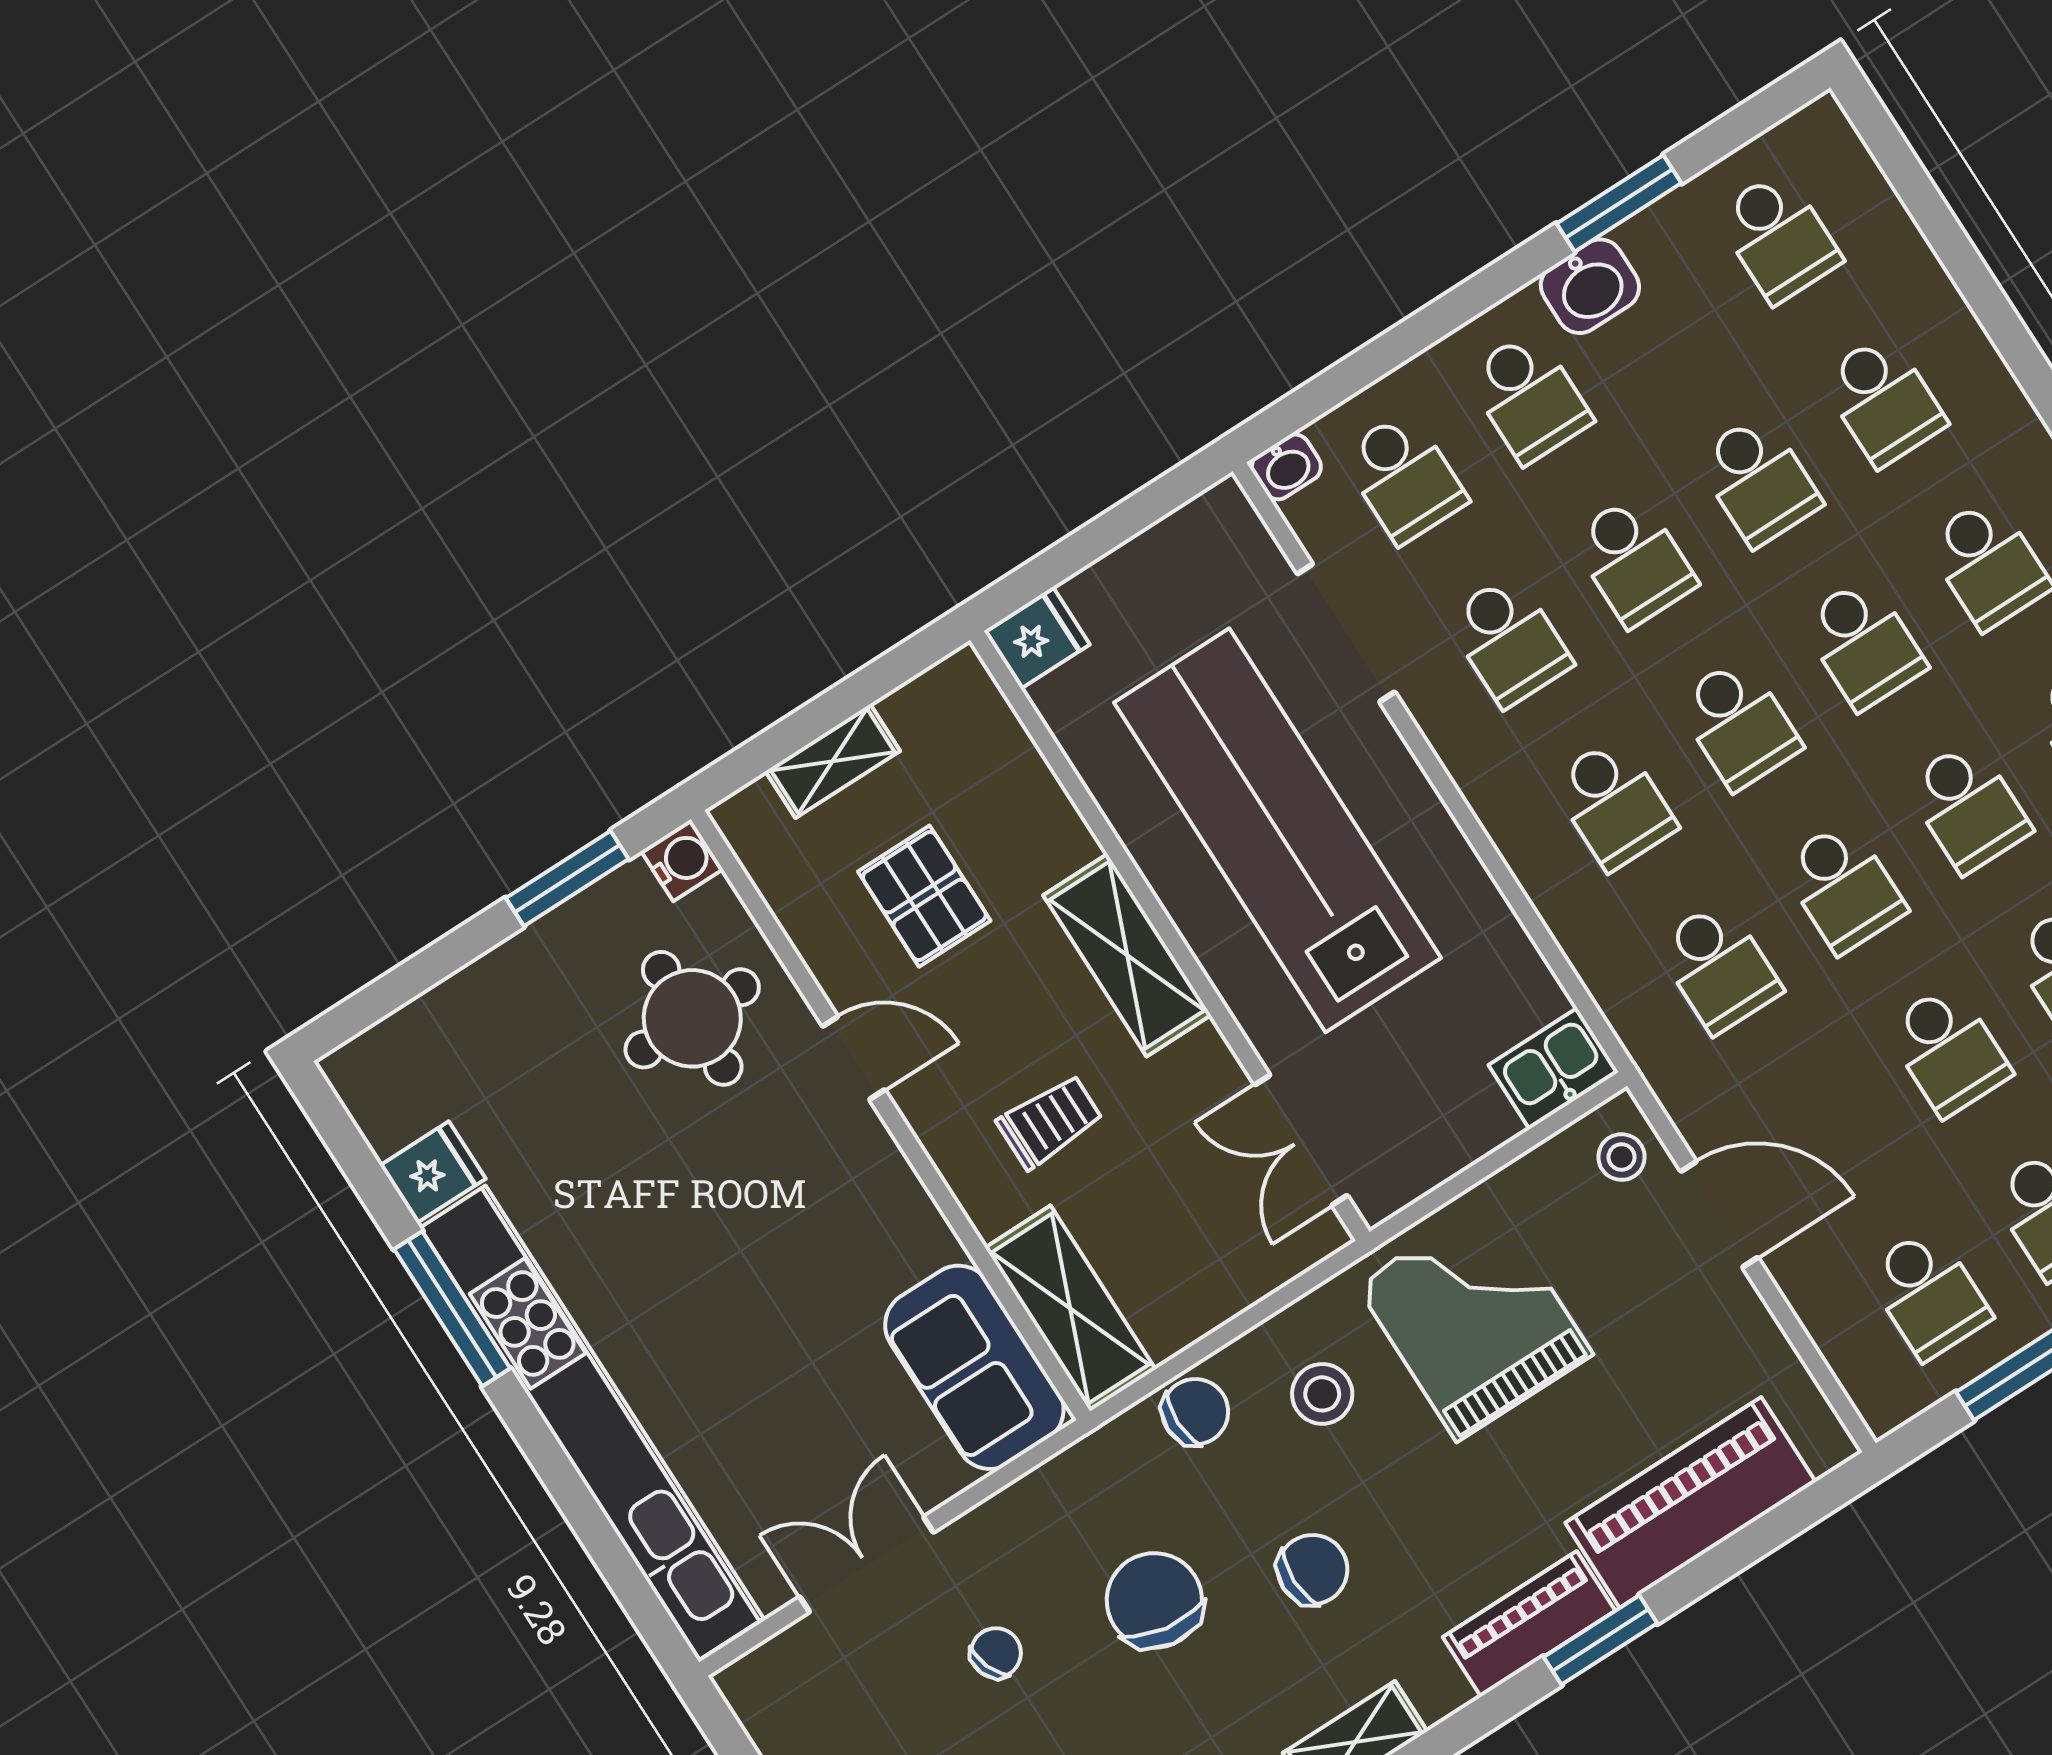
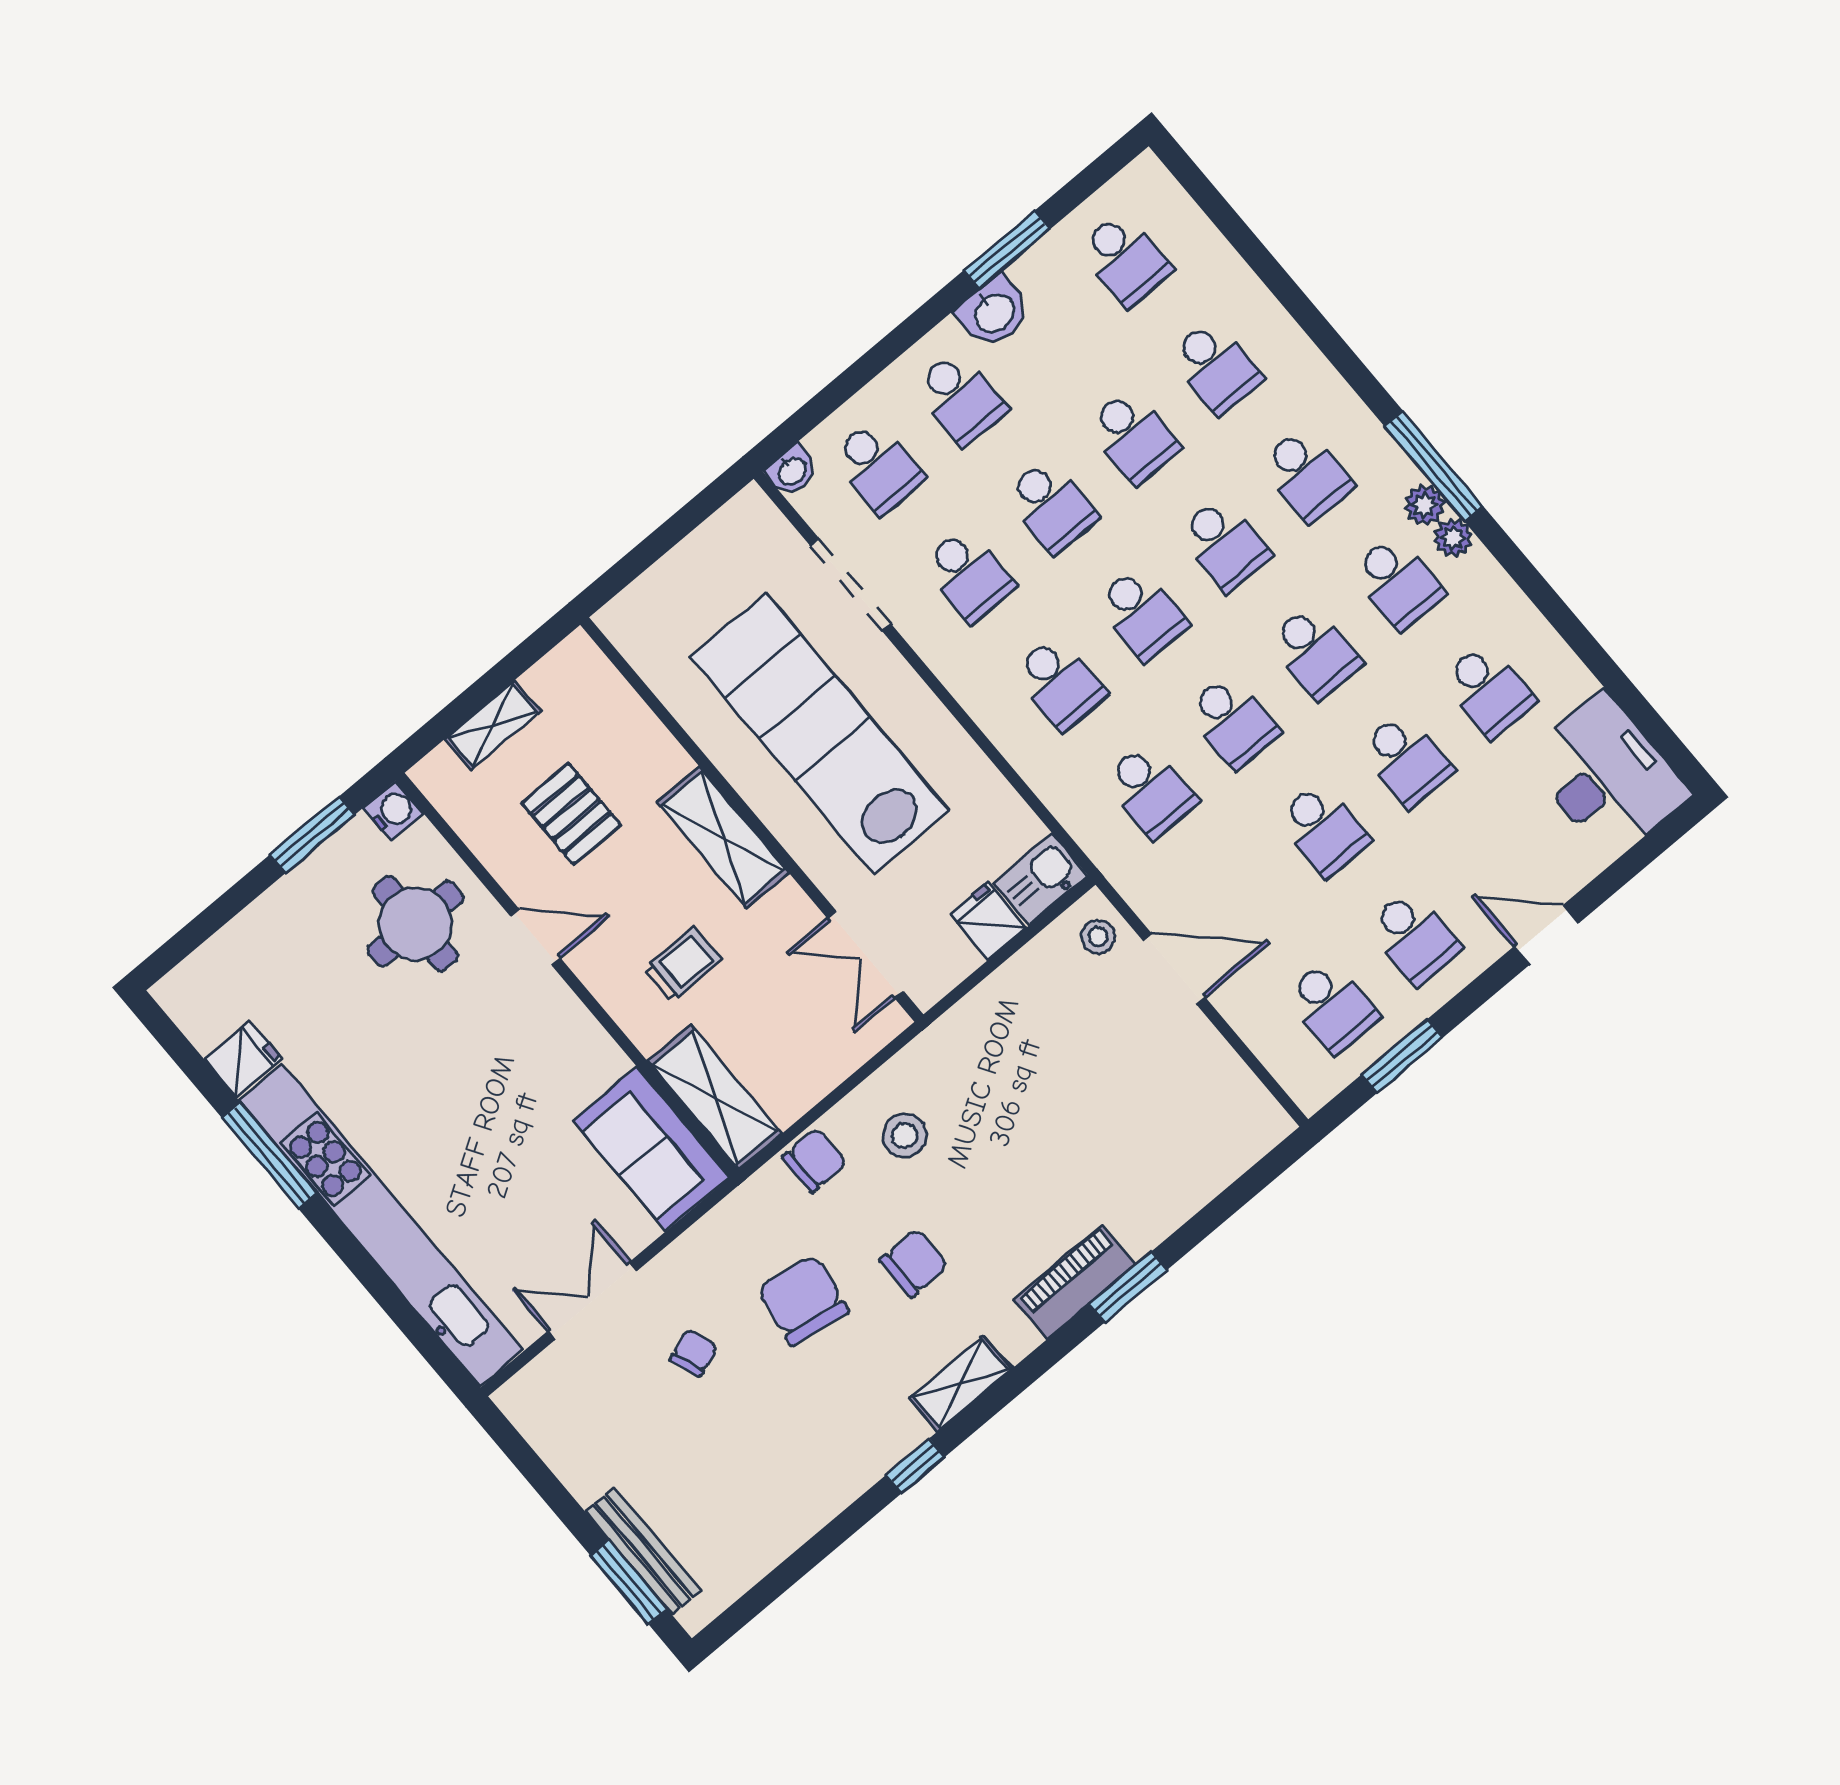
fridge: (1037, 638) -> (988, 921), moved, turned -90
grand piano: (1474, 1320) -> (1007, 1068), removed
piano: (1690, 1502) -> (1180, 1179), removed

